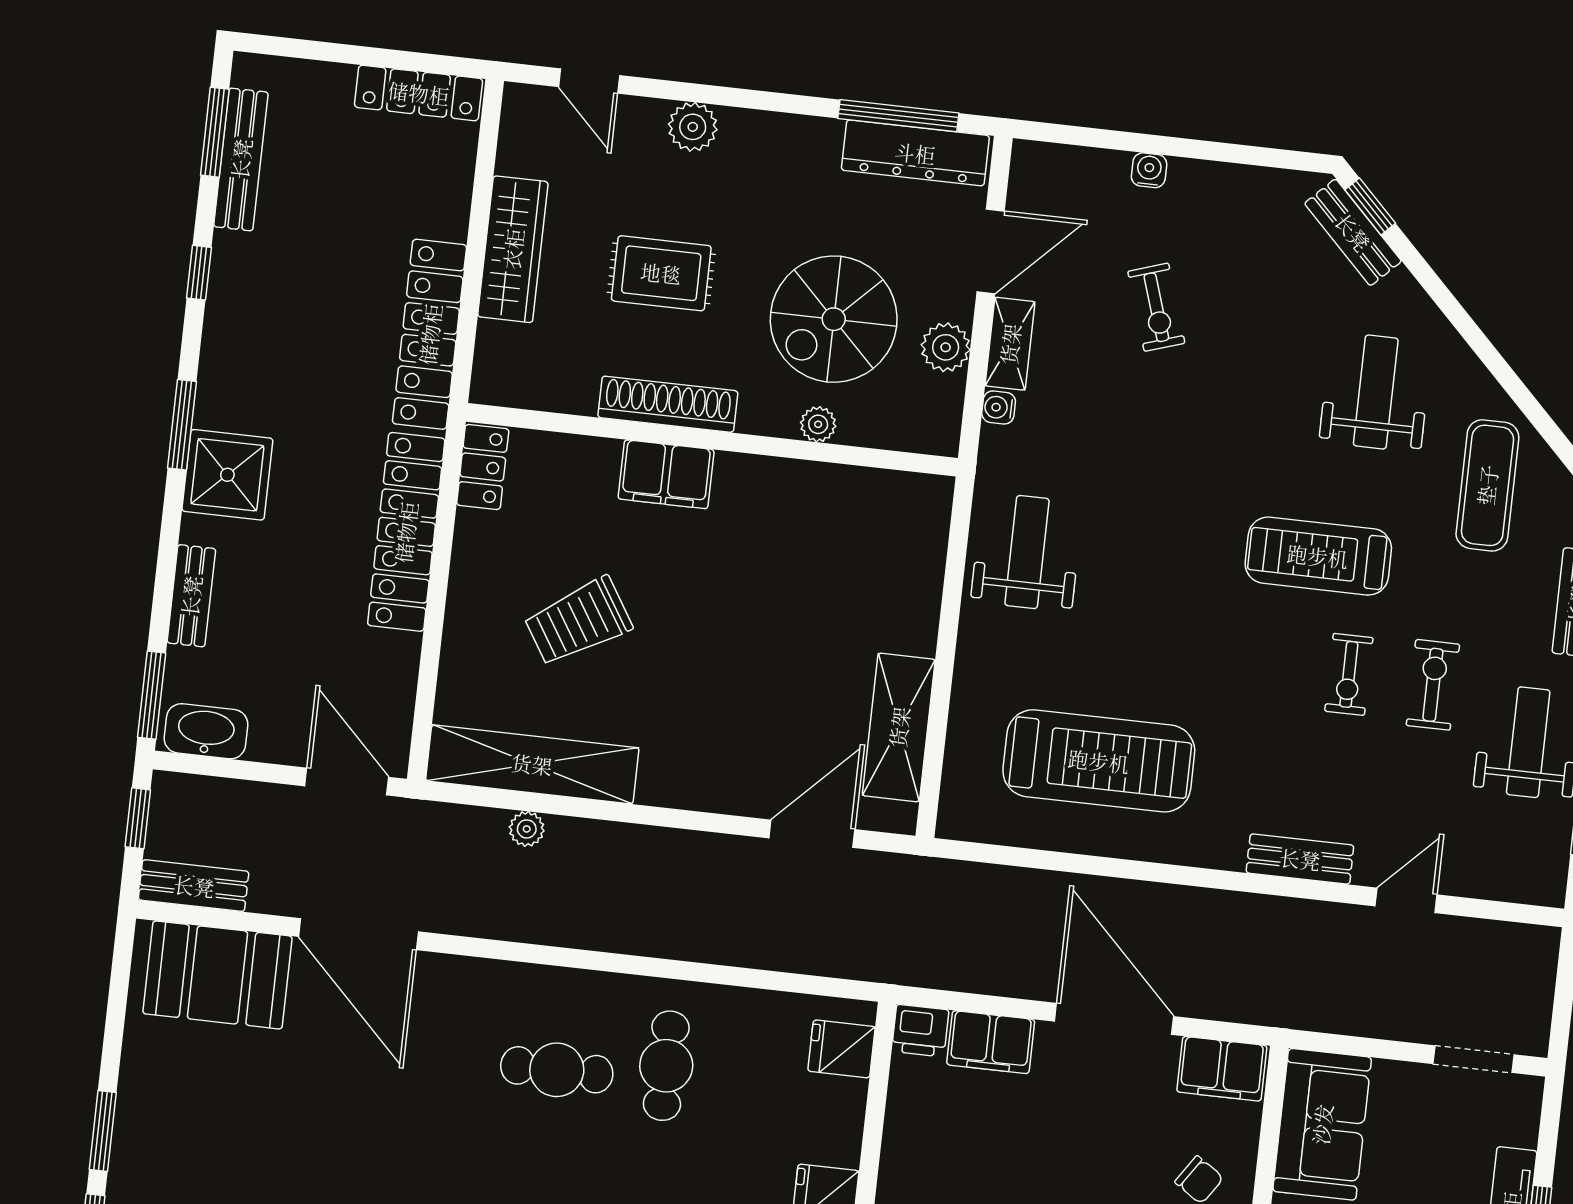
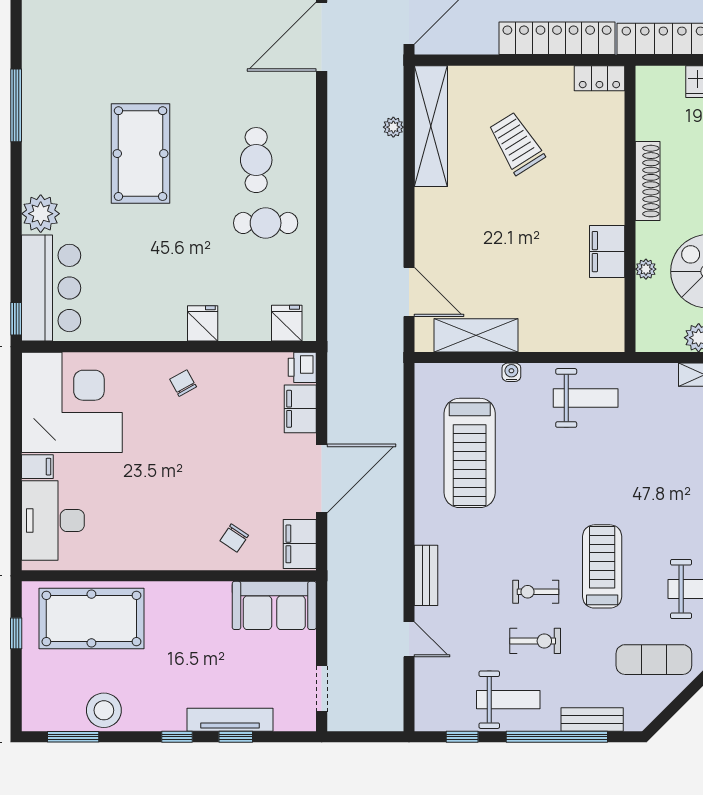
water cooler: (999, 407) -> (511, 372), moved
filing cabinet: (666, 474) -> (607, 252), moved

